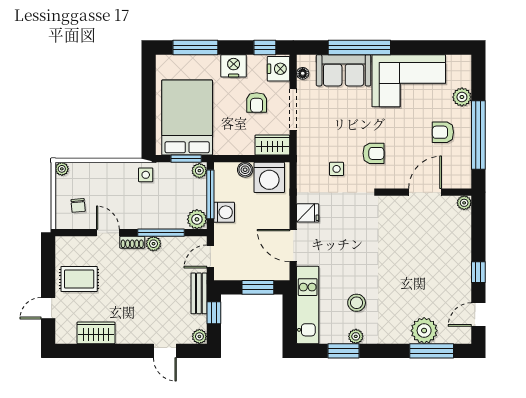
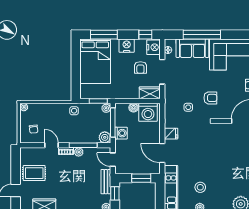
bed: (187, 118) -> (95, 61), moved, turned 180
door: (210, 256) -> (113, 160), hinge flipped

